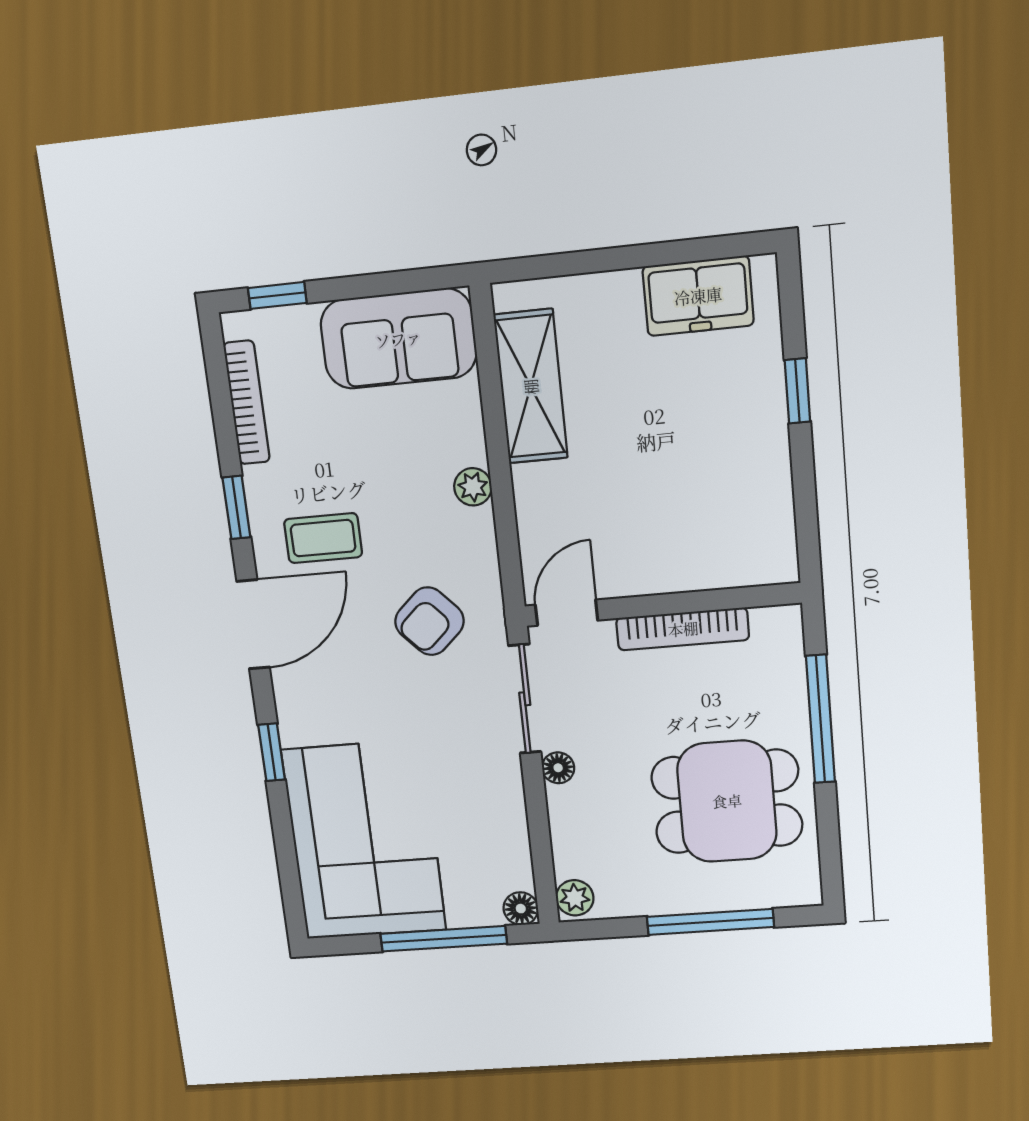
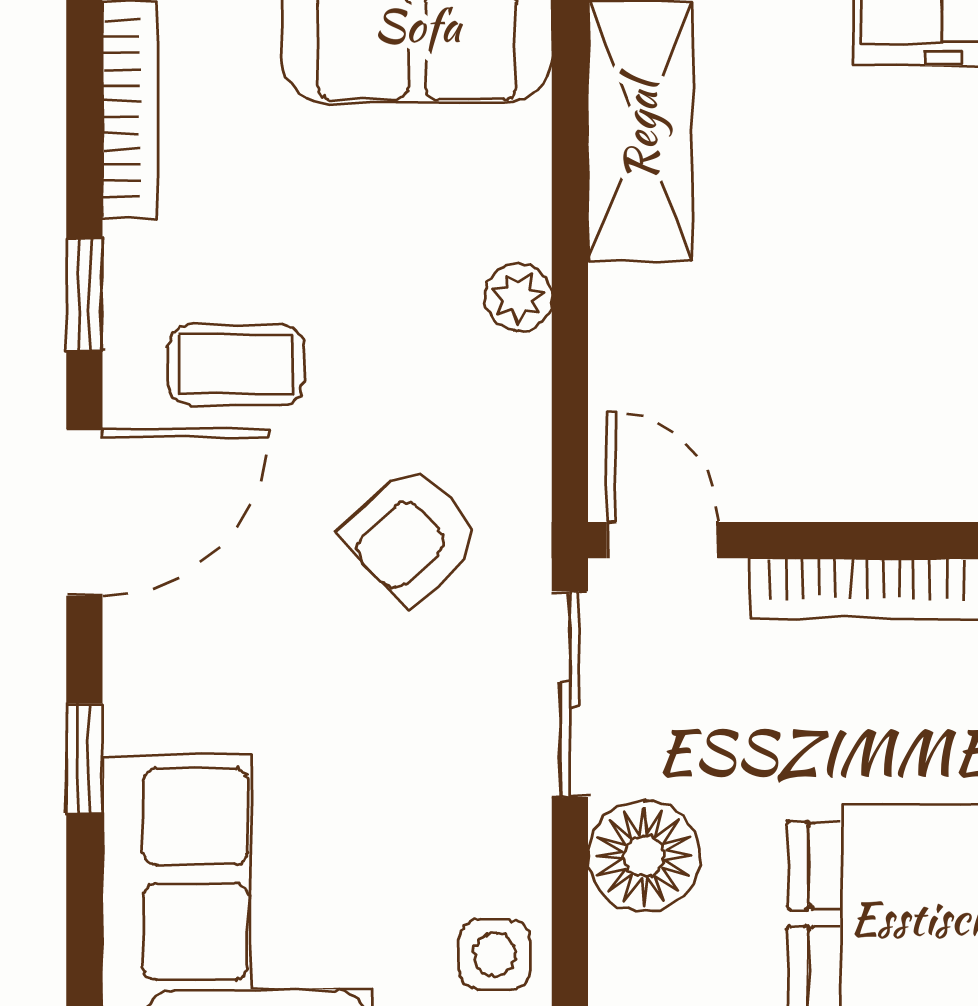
door: (566, 613) -> (662, 540), hinge flipped
floor lamp: (558, 768) -> (644, 856), width x1.89, depth x1.89
side table: (500, 836) -> (495, 955), added

